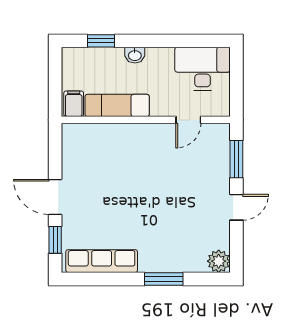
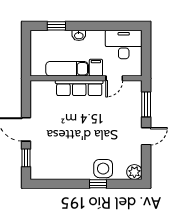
filing cabinet: (74, 104) -> (96, 68), moved
side table: (172, 256) -> (103, 169), added
row of seats: (102, 261) -> (79, 88), moved, turned 180
window: (164, 279) -> (98, 184), width x0.67

